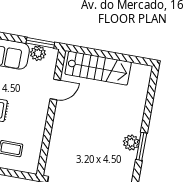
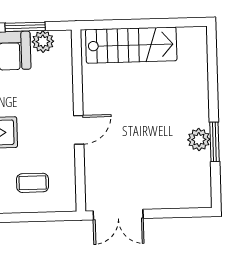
window: (40, 43) -> (25, 27), moved
door: (55, 89) -> (79, 130), moved

